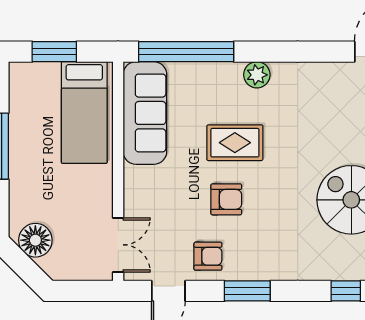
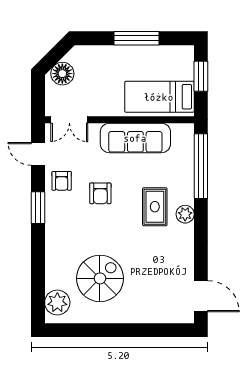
sofa: (145, 113) -> (135, 138), moved
rug: (235, 143) -> (155, 207), moved
floor lamp: (35, 240) -> (62, 74), moved
window: (346, 291) -> (38, 275), removed

